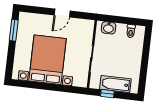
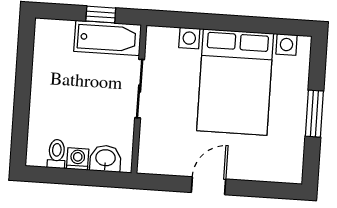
washing machine: (121, 28) -> (78, 159), added
window: (14, 30) -> (314, 114), moved
bathtub: (115, 84) -> (108, 38), moved

